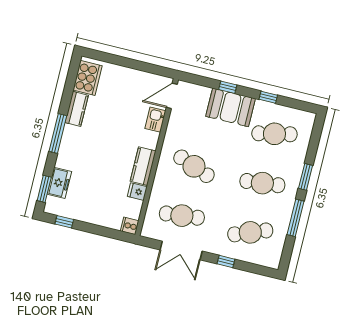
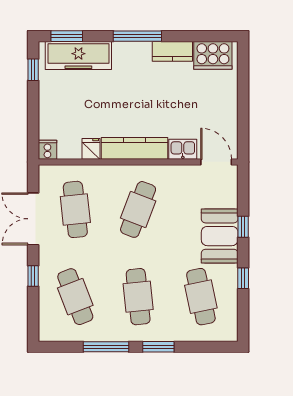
kitchen counter: (143, 166) -> (134, 148), width x1.50
freezer: (59, 183) -> (78, 56), width x1.91, depth x1.26

